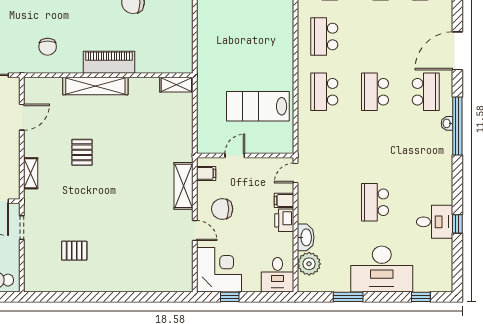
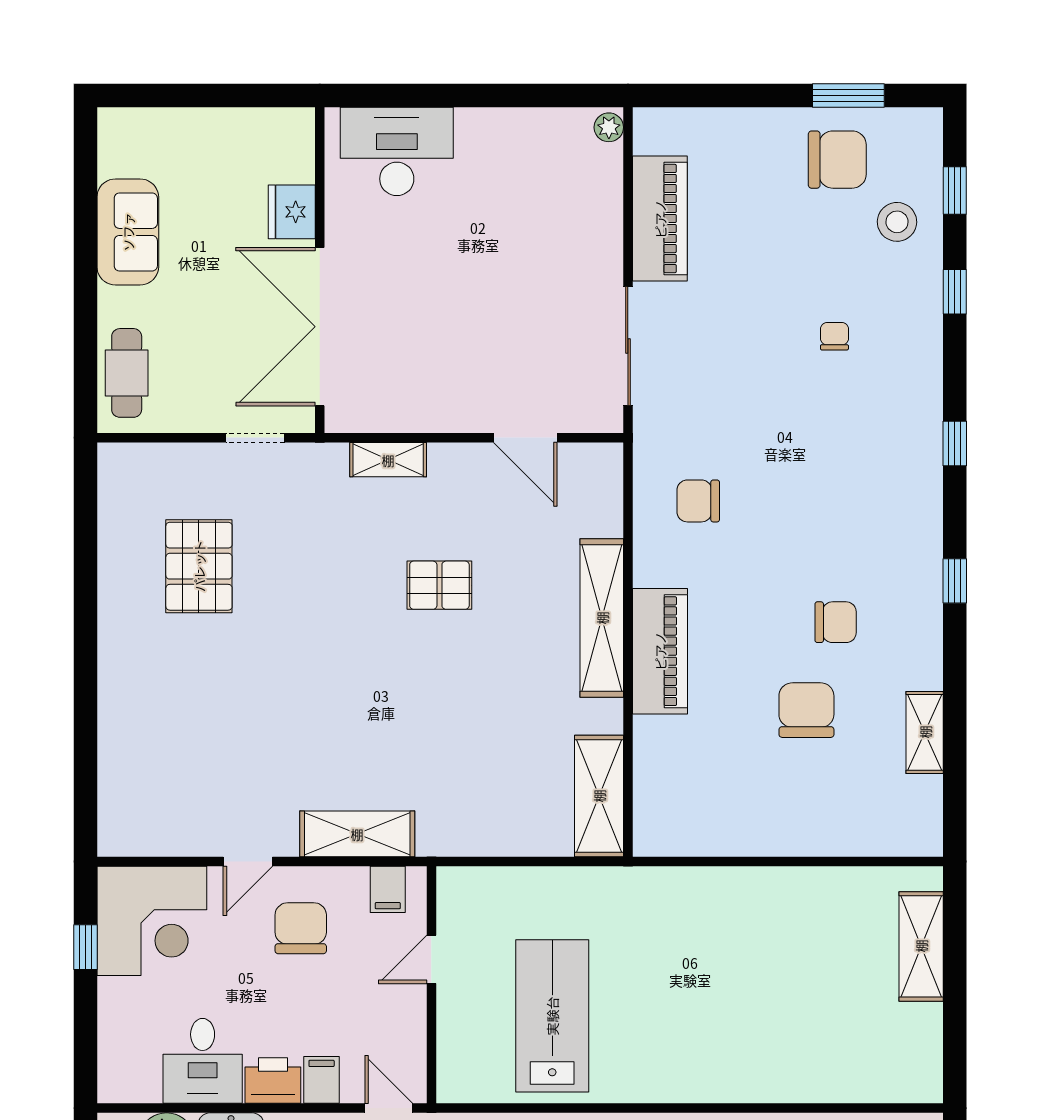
shelving: (176, 85) -> (599, 796), width x1.50, depth x1.33
door: (235, 156) -> (431, 959), swing flipped
pallet: (74, 251) -> (199, 566), width x1.50, depth x1.42
desk: (278, 275) -> (203, 1061), moved, turned -90

